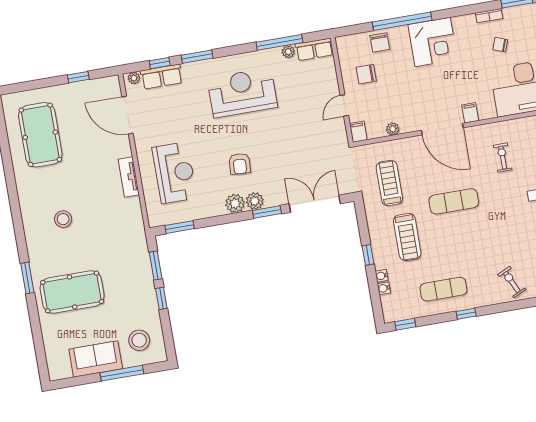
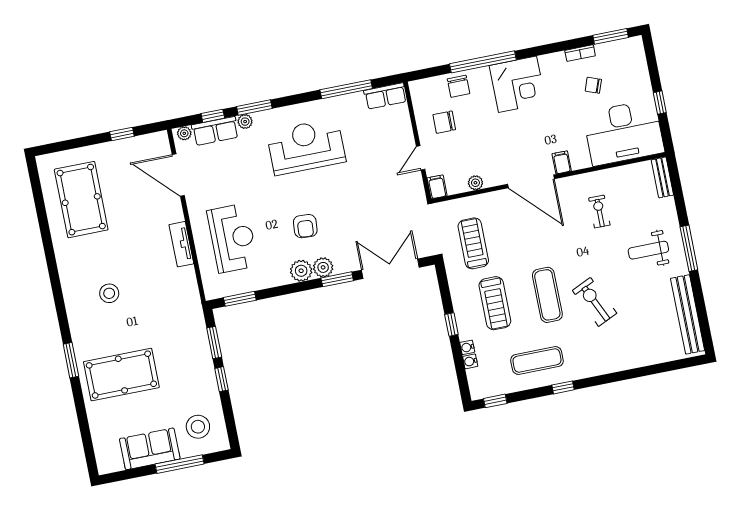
plant: (288, 52) -> (245, 122), moved
exercise mat: (454, 201) -> (547, 295), moved, turned 90
exercise bike: (512, 282) -> (595, 302), moved, width x1.38, depth x1.39

